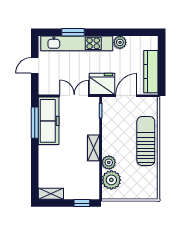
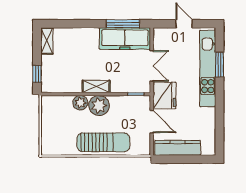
plant: (120, 42) -> (209, 115), removed
plant: (111, 180) -> (99, 106), moved

